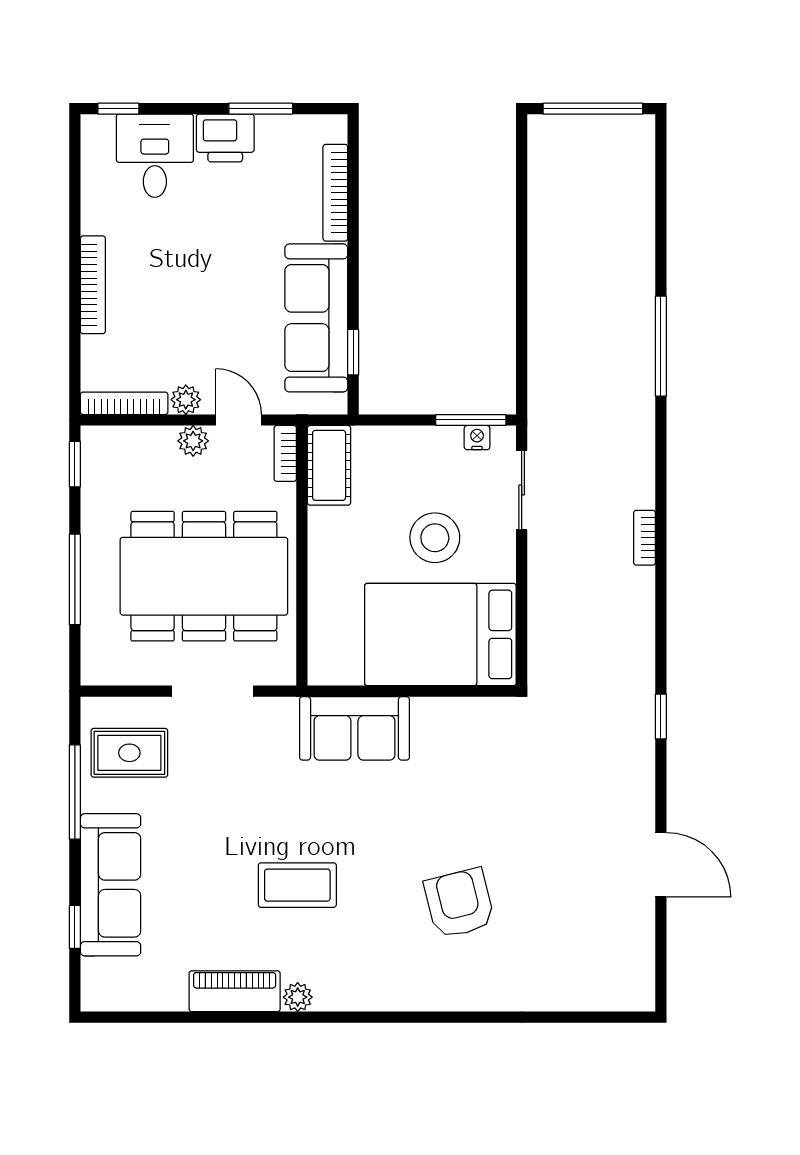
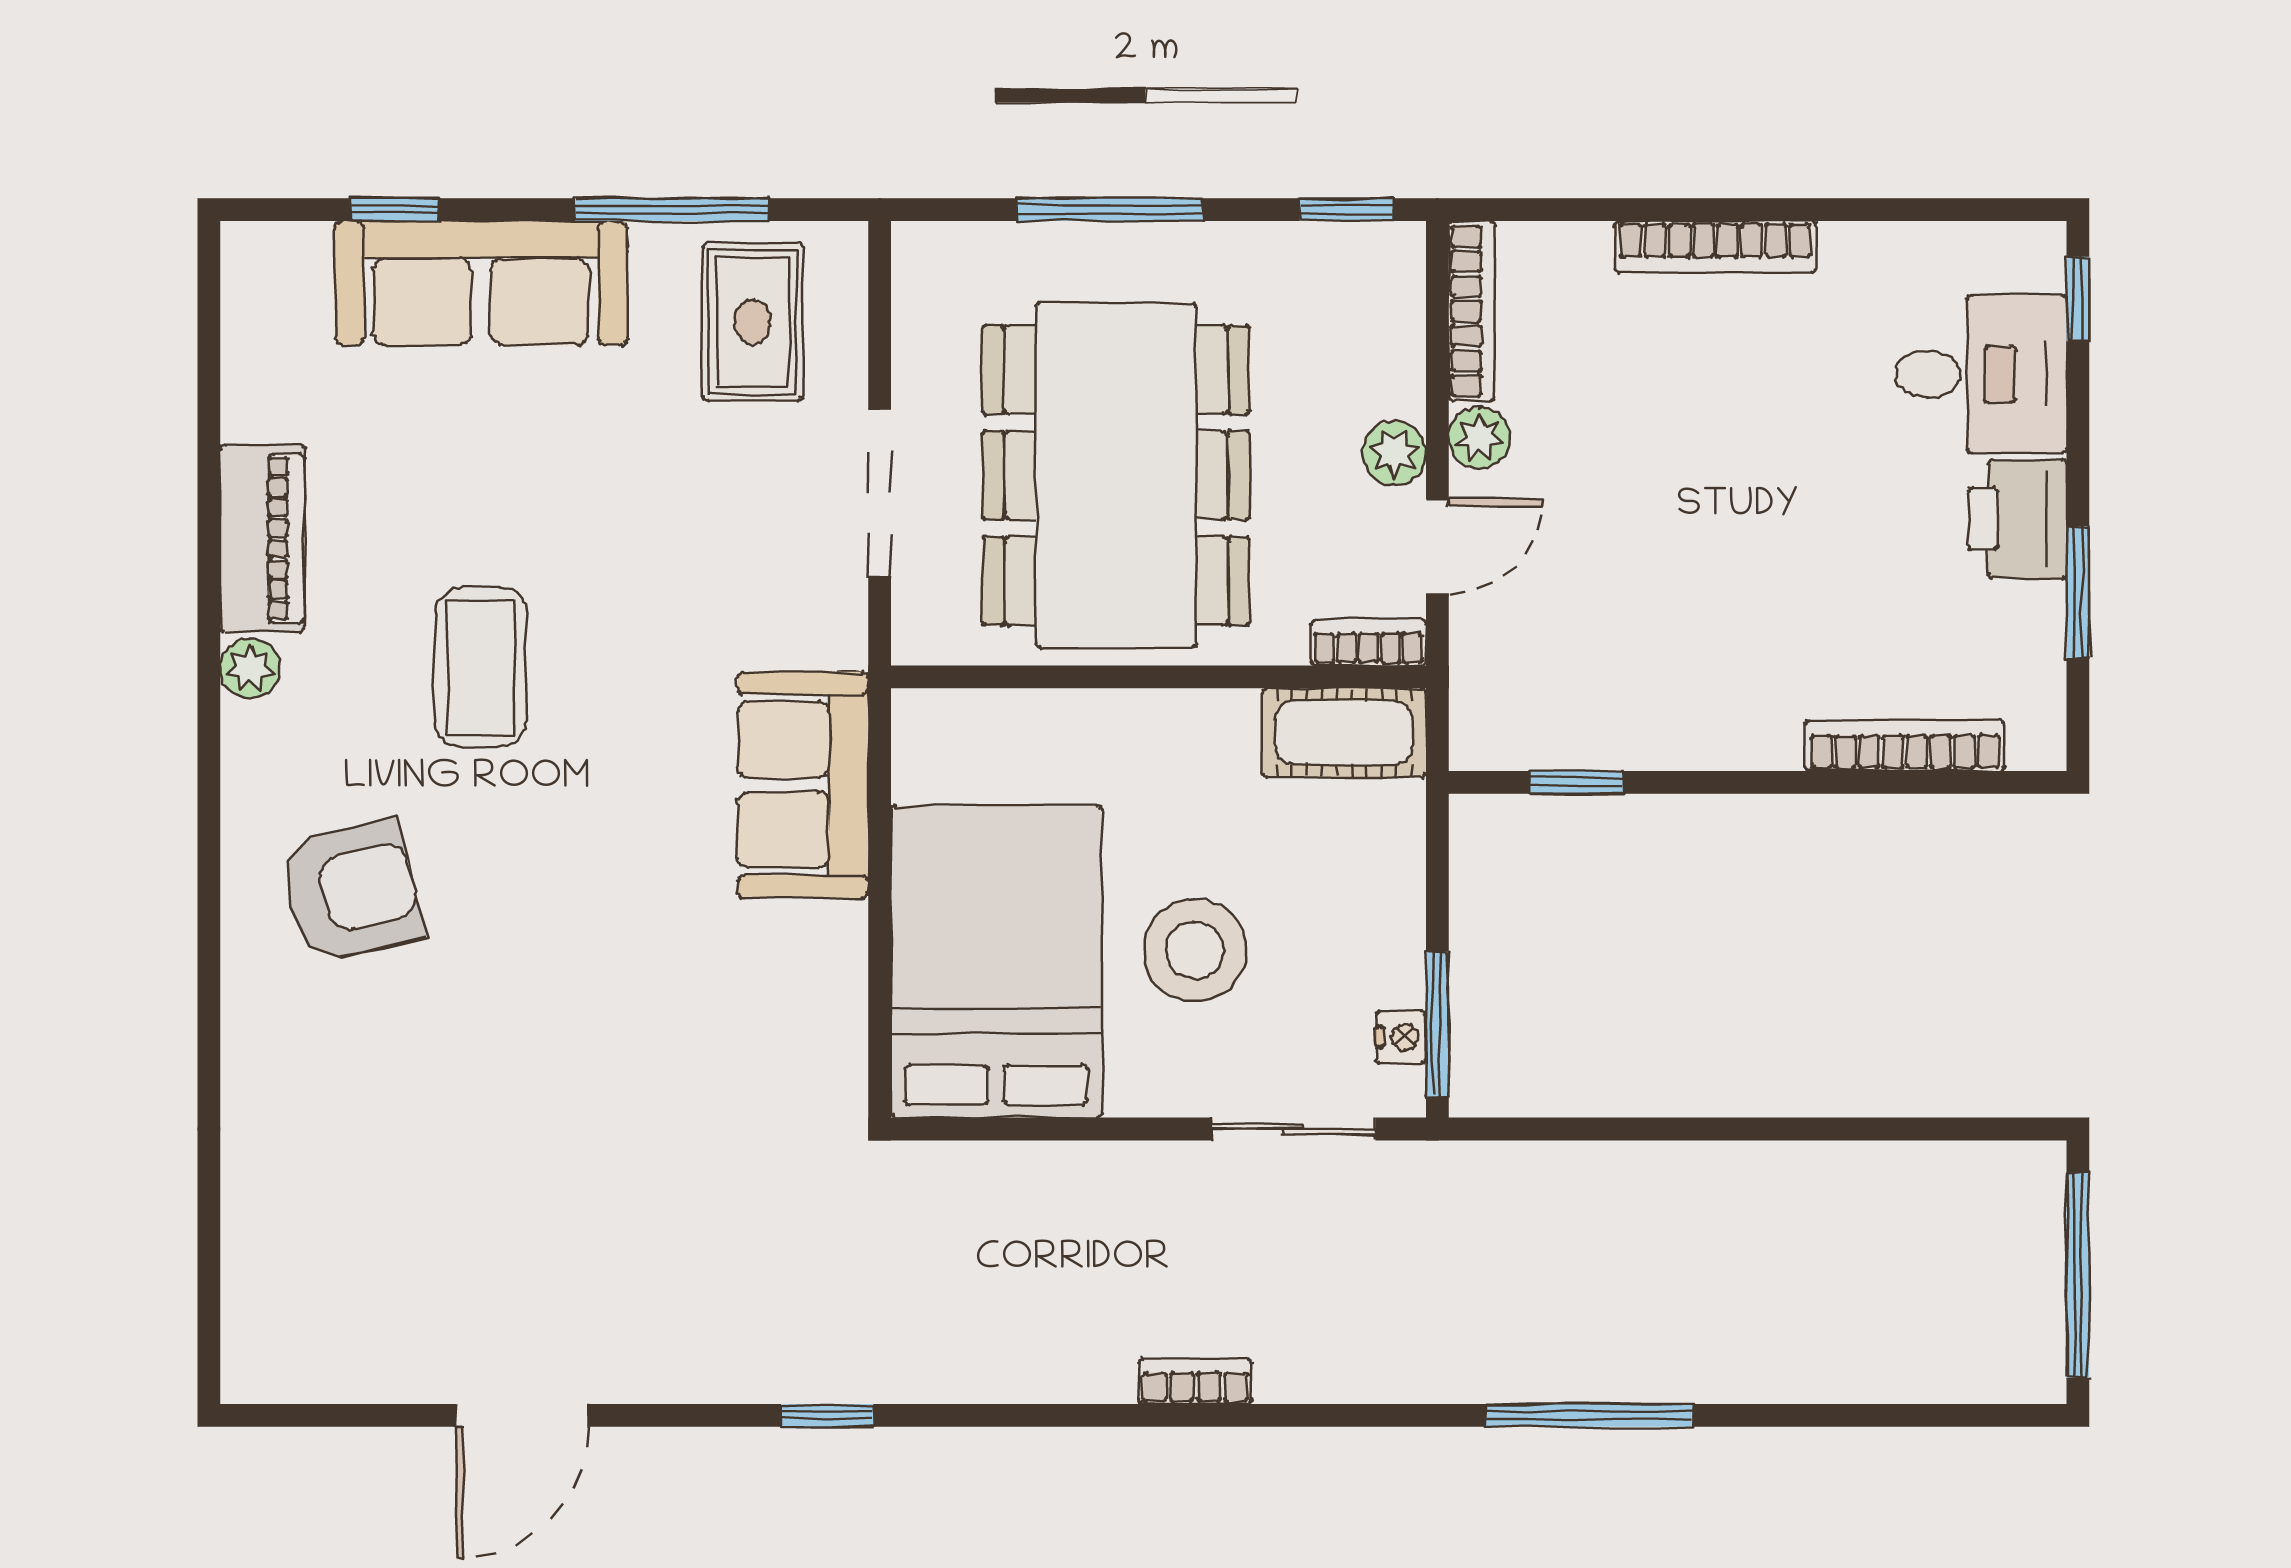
sofa: (316, 318) -> (1647, 706), removed
armchair: (459, 903) -> (351, 891), moved

